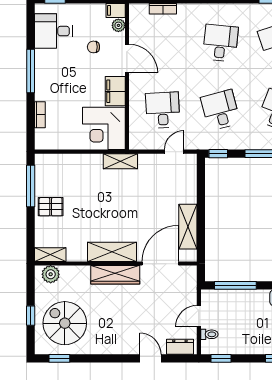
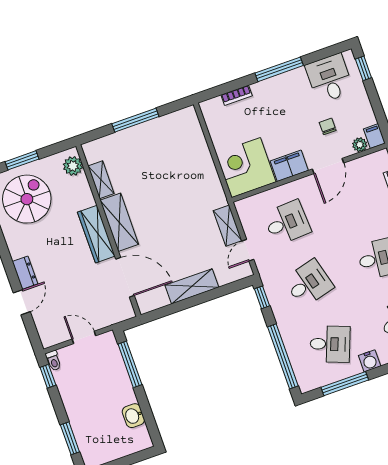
door: (174, 152) -> (248, 250), swing flipped
shelving: (120, 161) -> (228, 226), moved
window: (31, 186) -> (135, 120), moved
pallet: (51, 207) -> (144, 141), removed
shelving: (188, 227) -> (192, 286), moved
shelving: (50, 255) -> (101, 180), moved
window: (31, 316) -> (22, 160), width x1.50
toilet: (209, 334) -> (53, 361), moved
dresser: (180, 347) -> (25, 273), moved

